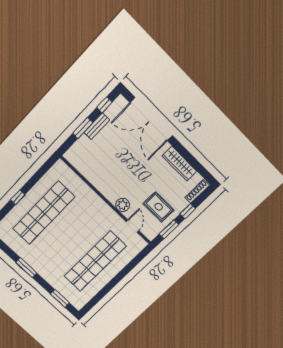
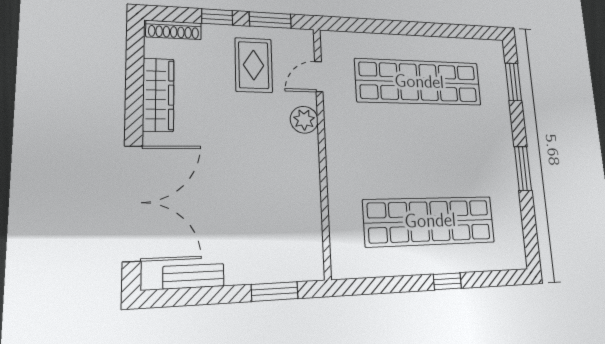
window: (104, 105) -> (184, 297), removed
bench: (97, 126) -> (194, 276), moved
window: (83, 128) -> (275, 292), moved

